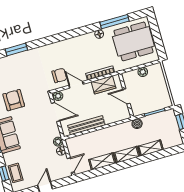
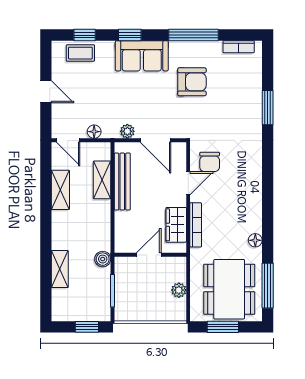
window: (115, 22) -> (268, 286), moved
window: (157, 39) -> (223, 327), added
plant: (58, 96) -> (179, 151), removed
door: (56, 112) -> (156, 140), hinge flipped
plant: (58, 142) -> (127, 131), moved
shelving: (127, 155) -> (102, 180), moved

